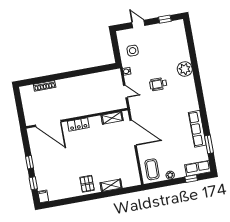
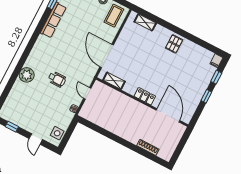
side table: (133, 51) -> (57, 133), moved
shelving: (111, 185) -> (145, 22), moved

